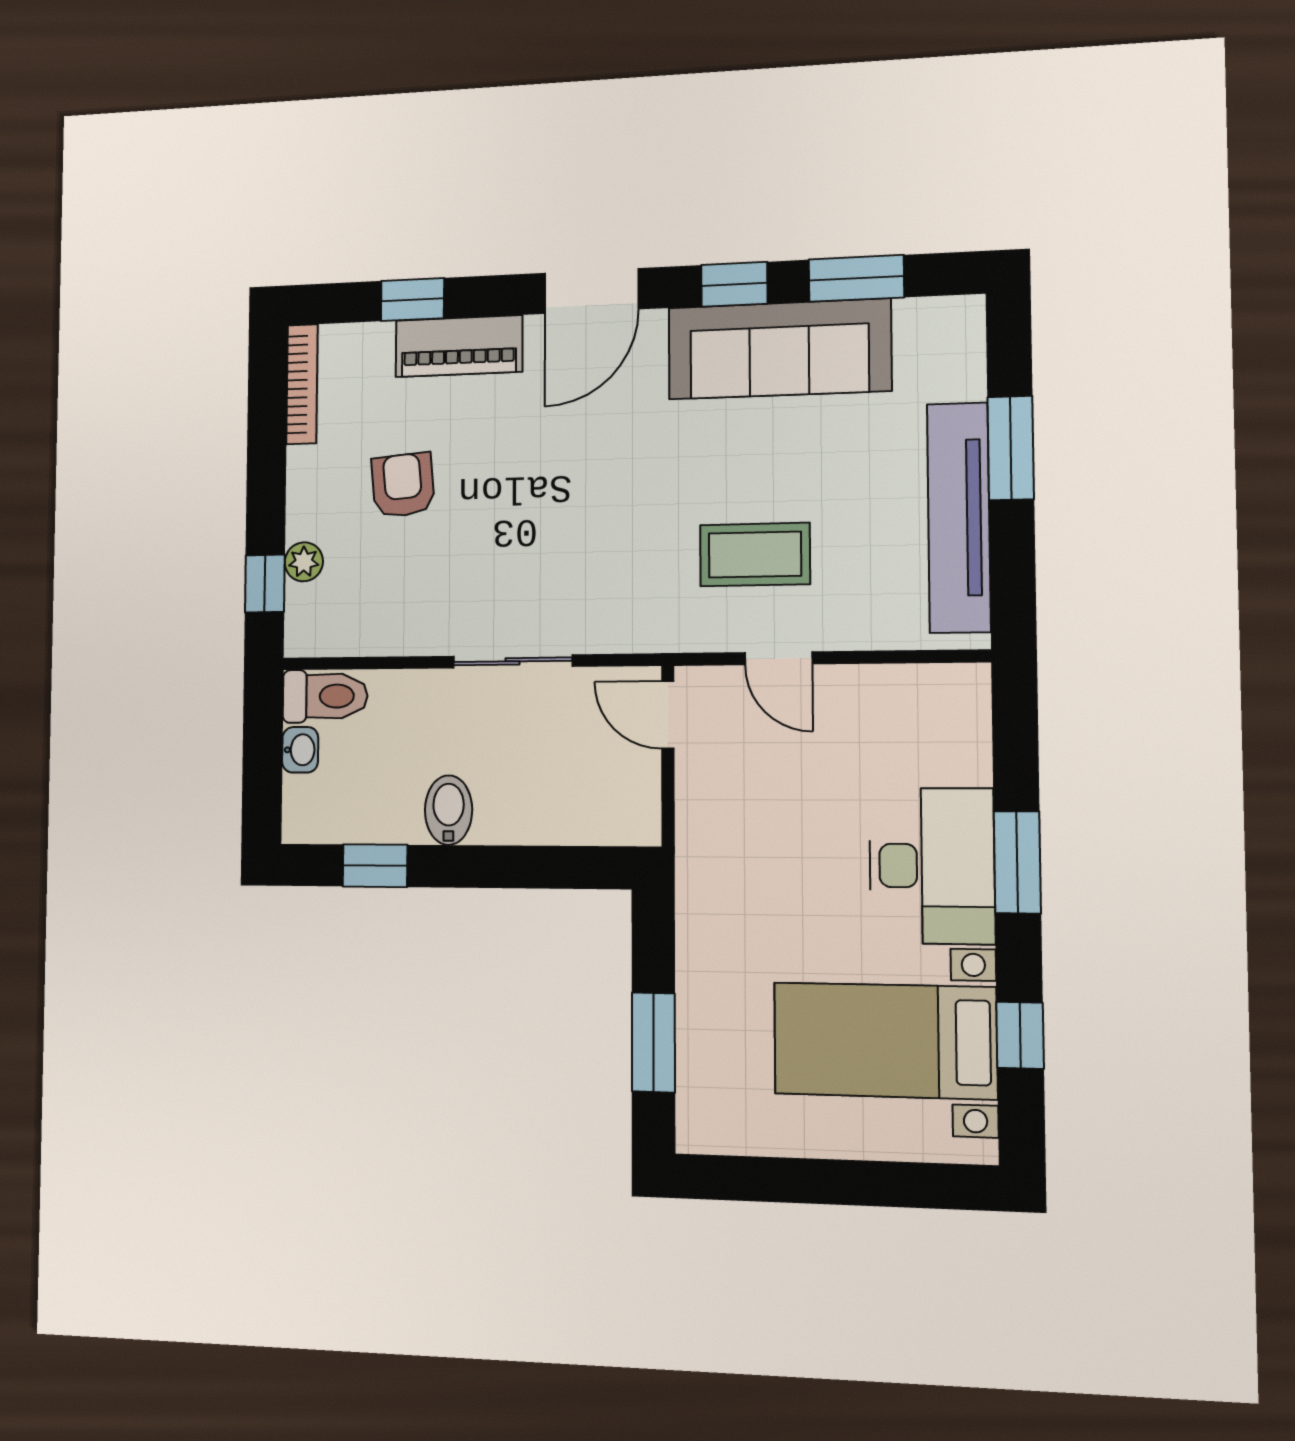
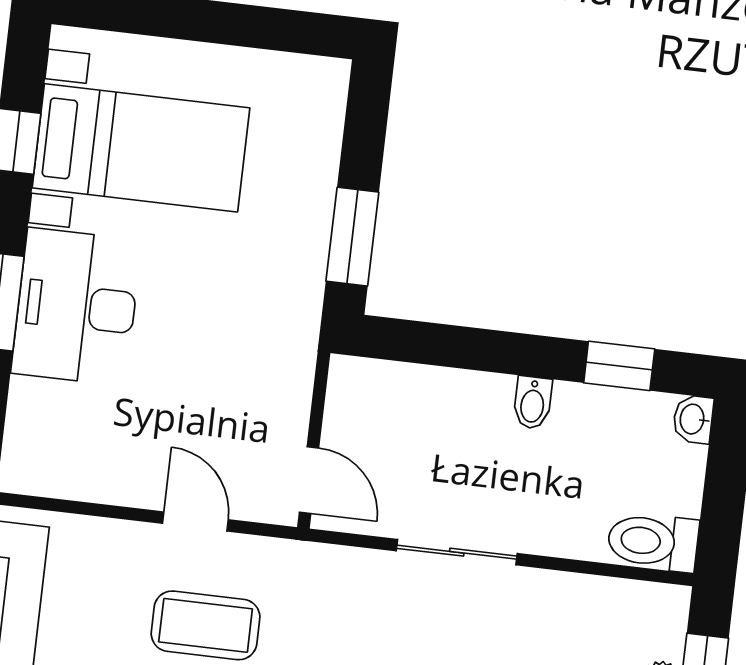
washbasin: (300, 750) -> (693, 419), moved
bidet: (449, 810) -> (533, 403), width x0.72, depth x0.74
window: (653, 1042) -> (352, 237), moved

